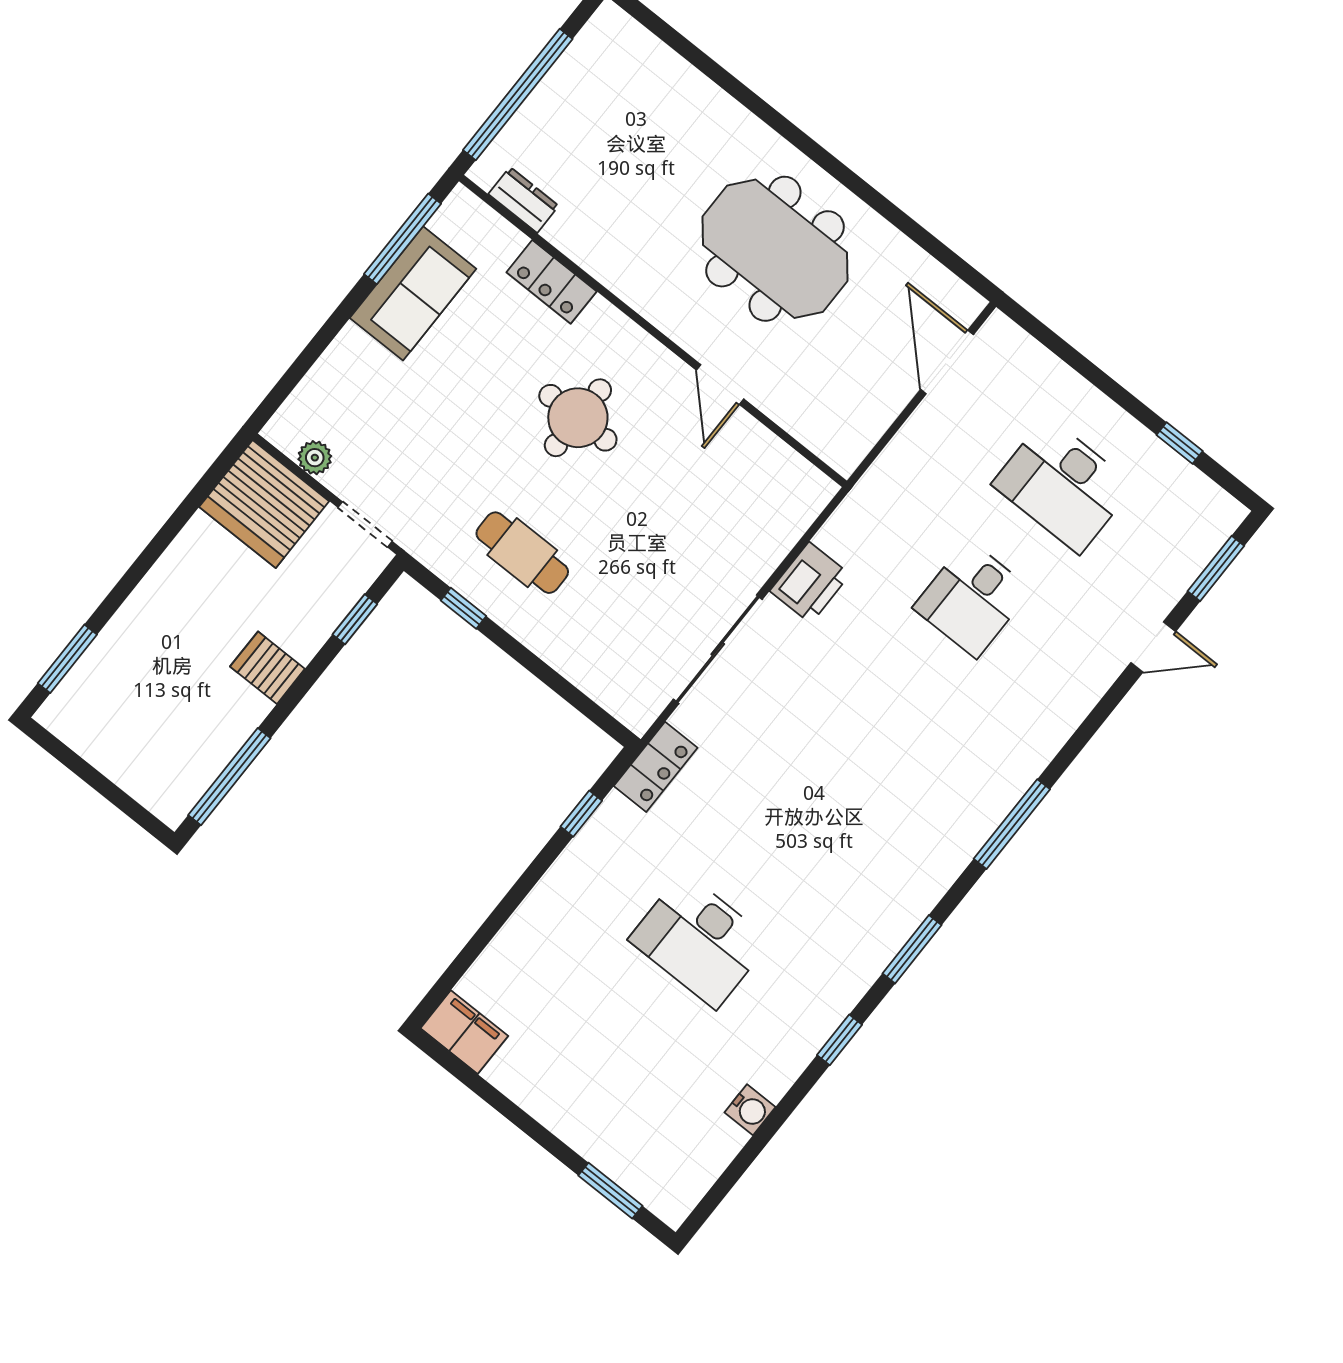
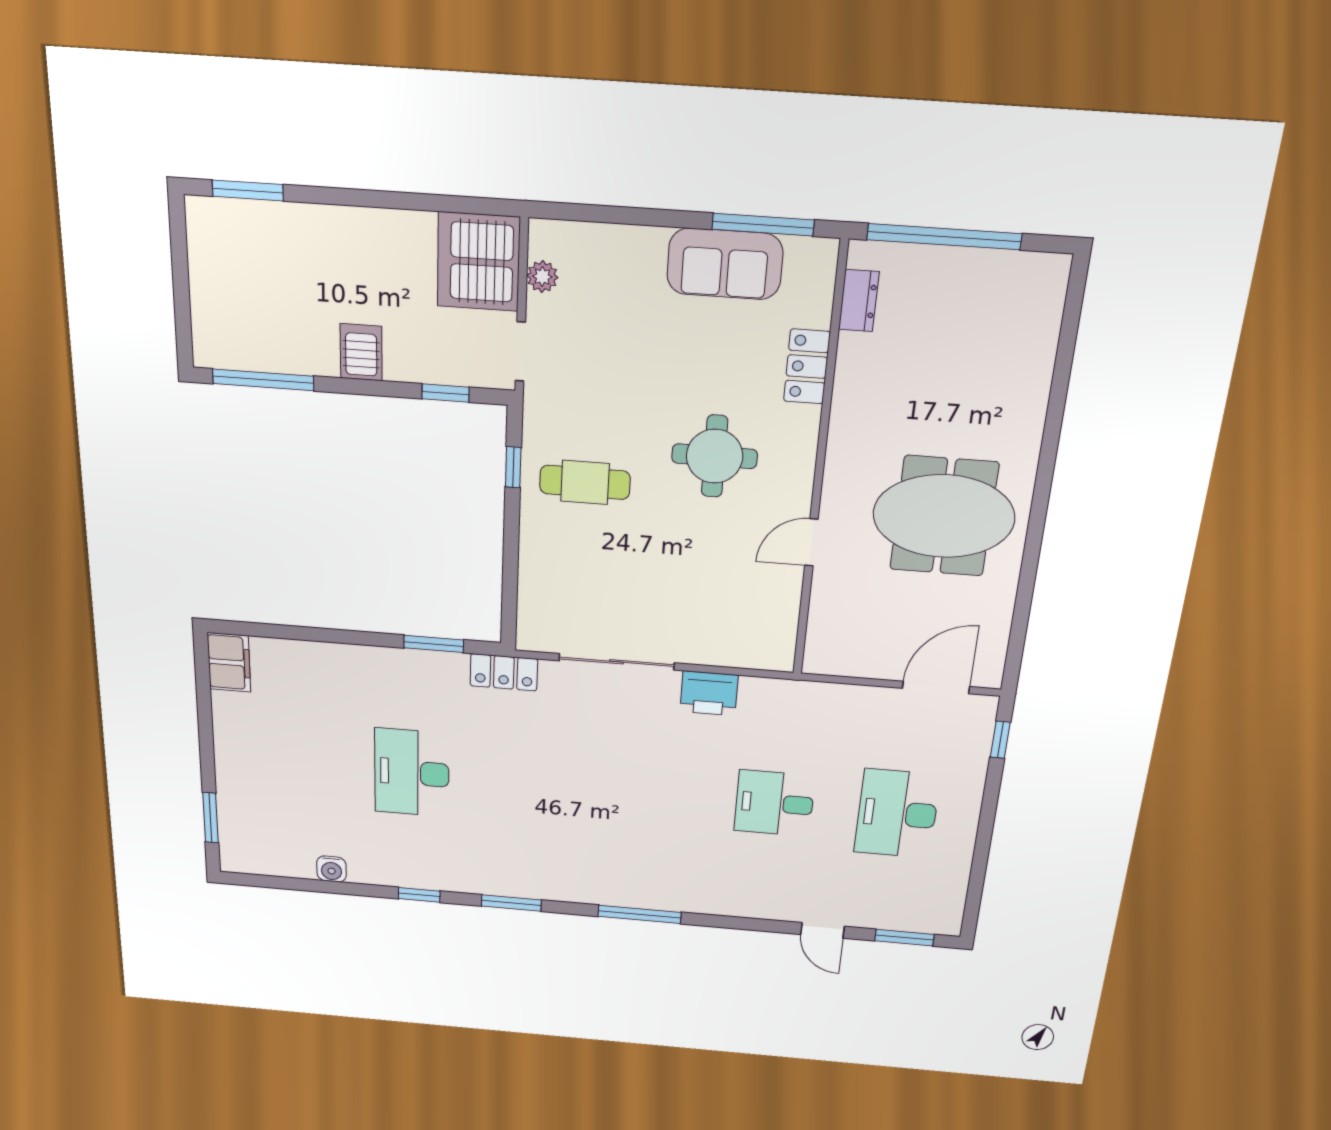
meeting table: (775, 249) -> (944, 516), turned 90
window: (1180, 443) -> (1000, 740), moved
cafe table: (522, 553) -> (585, 482), turned 90
window: (581, 814) -> (434, 644), width x1.50

